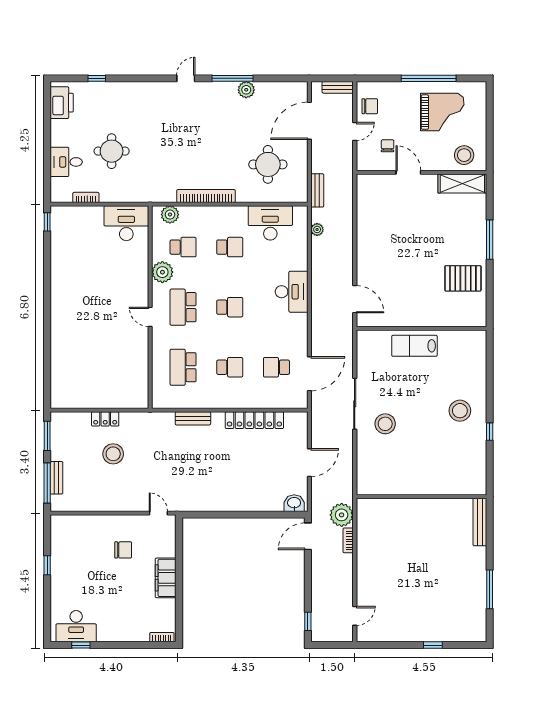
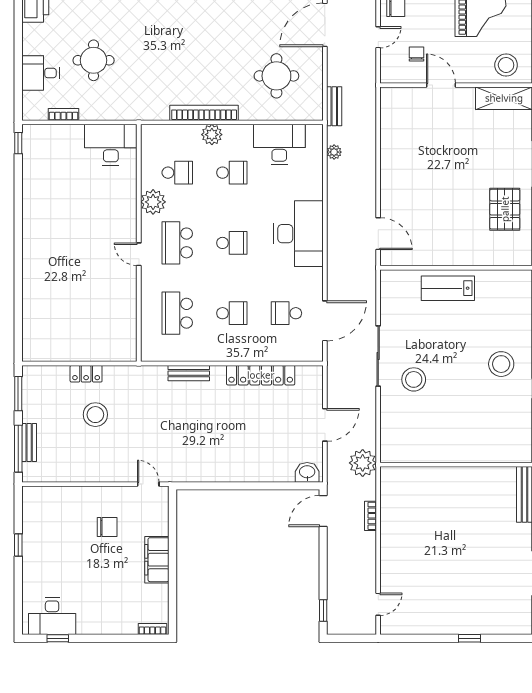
plant: (170, 215) -> (212, 135), moved
pallet: (463, 278) -> (505, 209), turned 90
desk: (292, 292) -> (299, 234), width x1.36, depth x1.30
plant: (342, 515) -> (363, 463), moved

